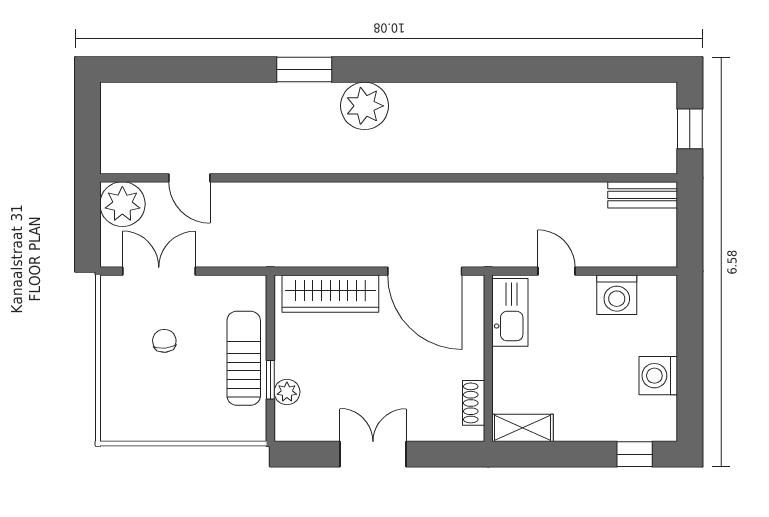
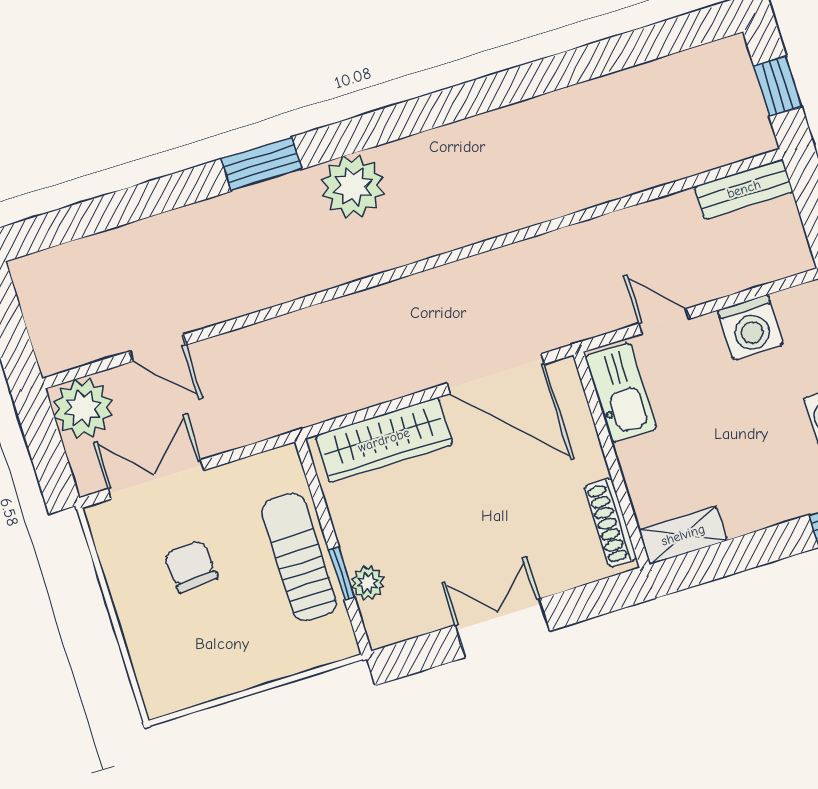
chair: (164, 341) -> (191, 566), width x1.37, depth x1.37
shoe rack: (474, 403) -> (611, 523), width x1.43

